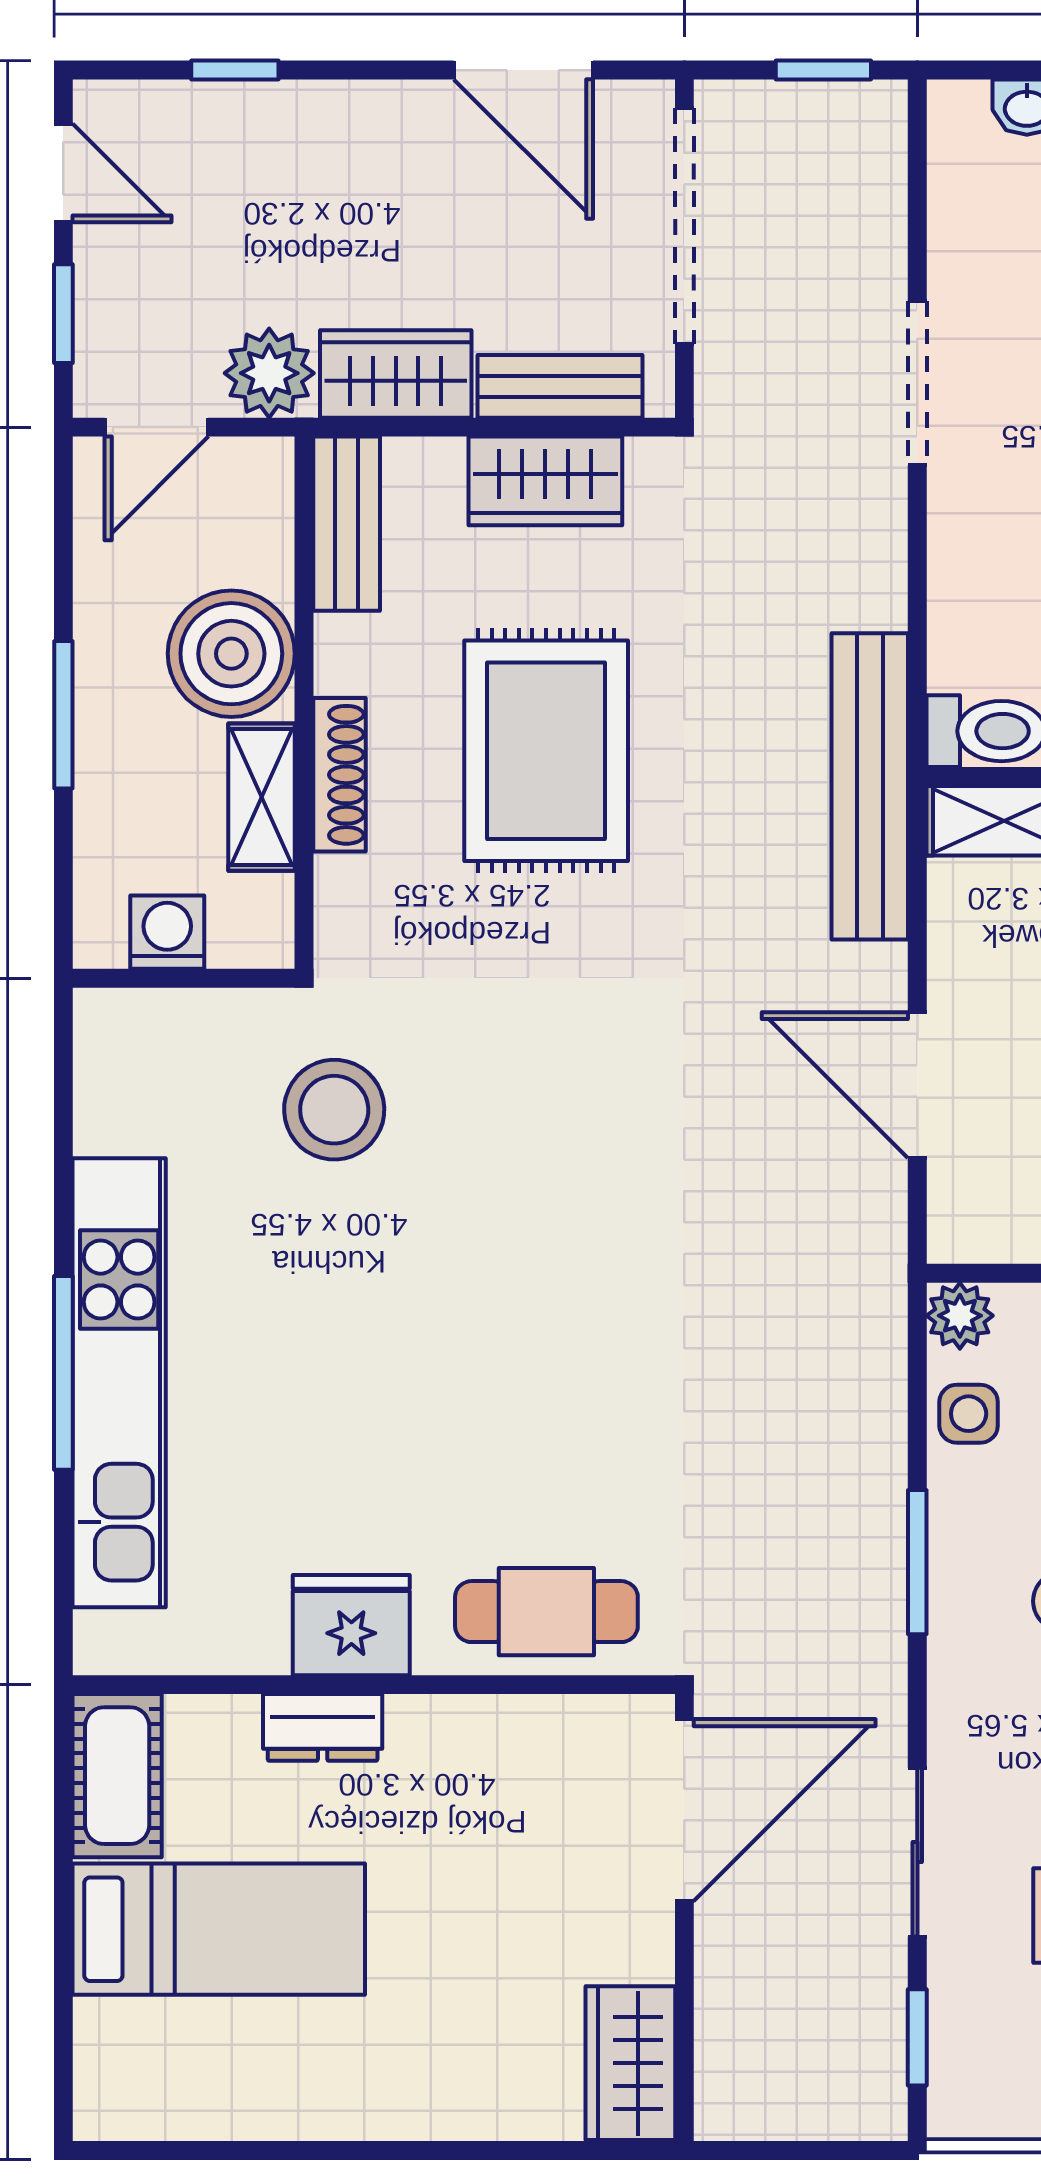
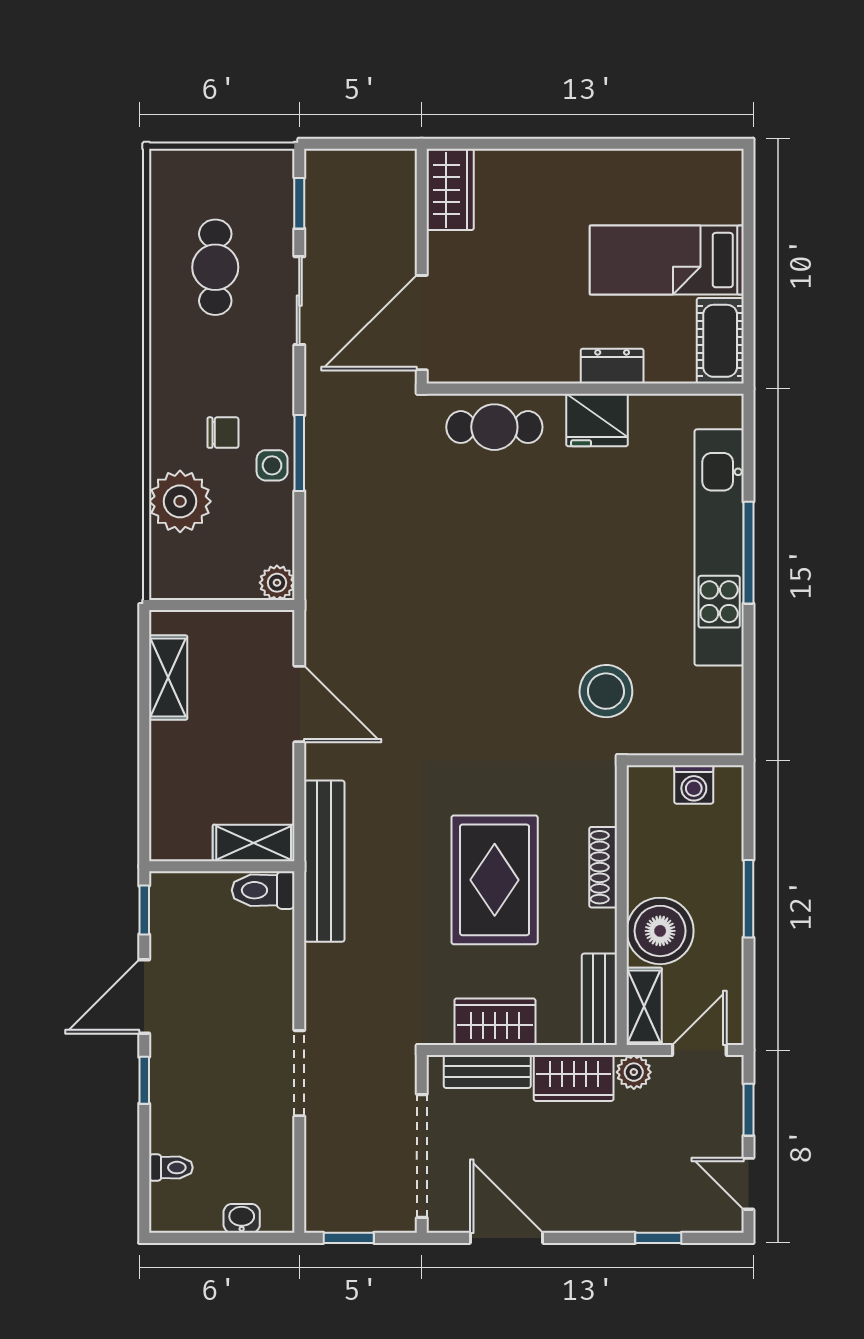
plant: (269, 373) -> (634, 1072), width x0.73, depth x0.73
shelving: (262, 797) -> (644, 1006), moved
side table: (969, 1414) -> (272, 465), moved

